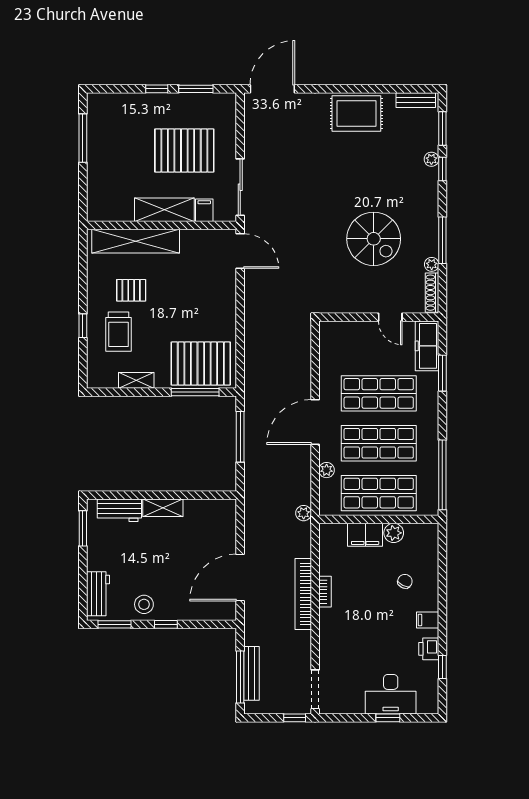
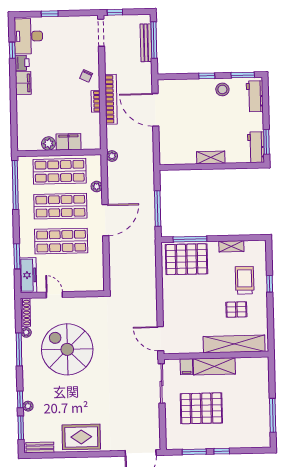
spiral stairs: (374, 239) -> (67, 349), width x1.37, depth x1.37
workbench: (119, 510) -> (256, 147), moved, turned -90
door: (240, 578) -> (155, 110), swing flipped
chair: (405, 581) -> (86, 76), moved
filing cabinet: (428, 620) -> (23, 83), width x2.00
desk: (391, 694) -> (28, 36), moved, turned -90

